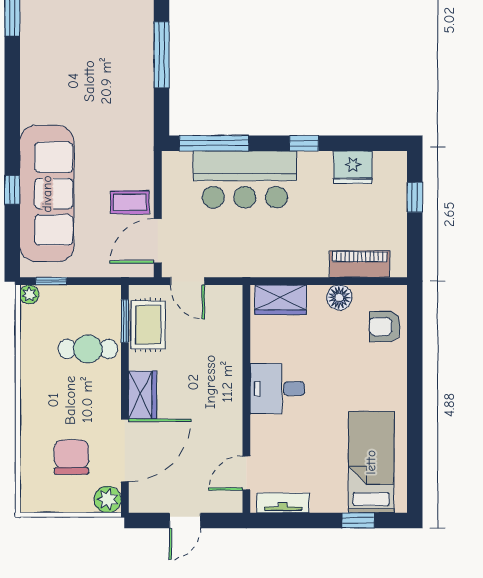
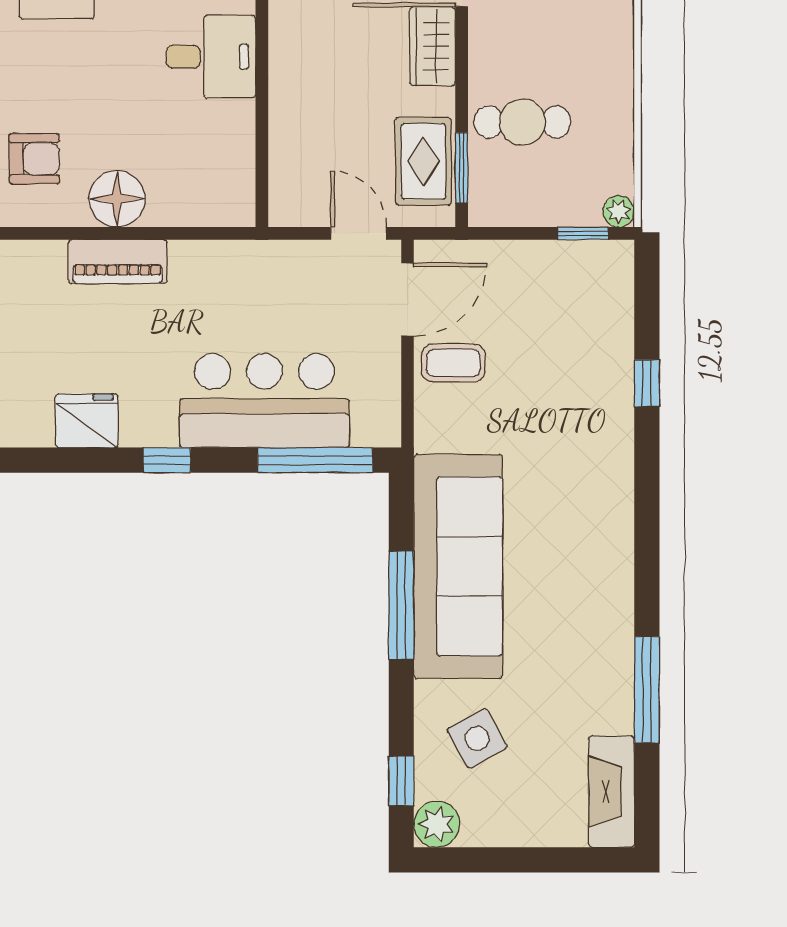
sofa: (47, 194) -> (458, 566), moved, turned 180
piano: (360, 264) -> (118, 262), moved
floor lamp: (339, 298) -> (117, 199), width x1.38, depth x1.38
wardrobe: (280, 300) -> (206, 203), removed

